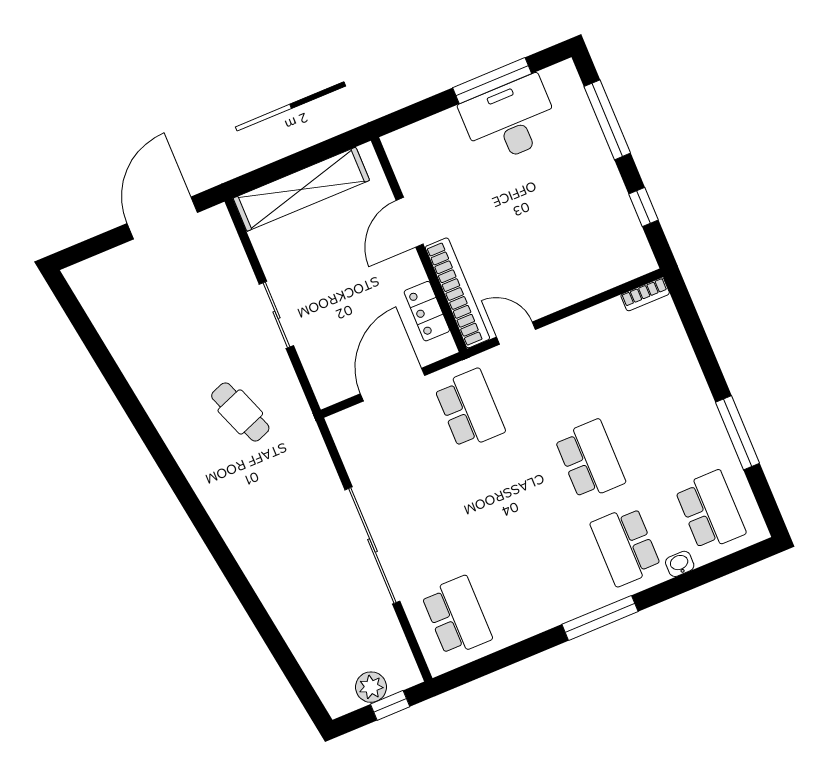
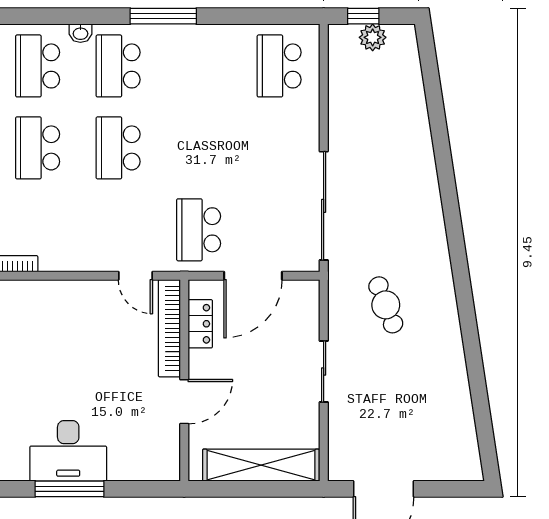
school desk: (675, 425) -> (38, 148), added
sliding door: (372, 545) -> (324, 206), moved
school desk: (626, 546) -> (118, 66), turned 180

